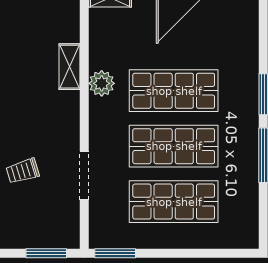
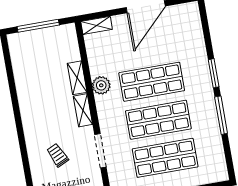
shelving: (70, 114) -> (83, 110), added
trolley: (23, 171) -> (58, 155), turned 82

